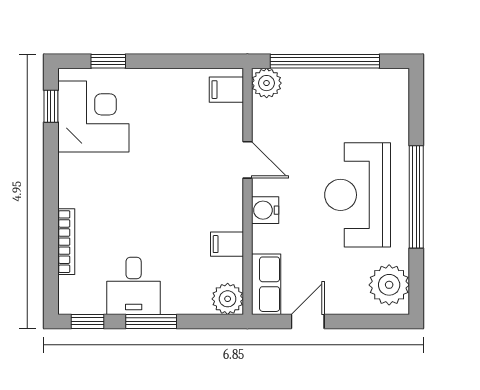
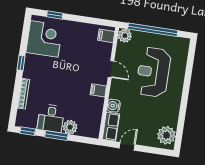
window: (51, 106) -> (21, 63), moved
reception desk: (358, 195) -> (153, 72), moved
window: (416, 197) -> (185, 97), removed
water cooler: (265, 210) -> (114, 106), moved
filing cabinet: (227, 244) -> (98, 90), moved
plant: (228, 299) -> (70, 127), moved

